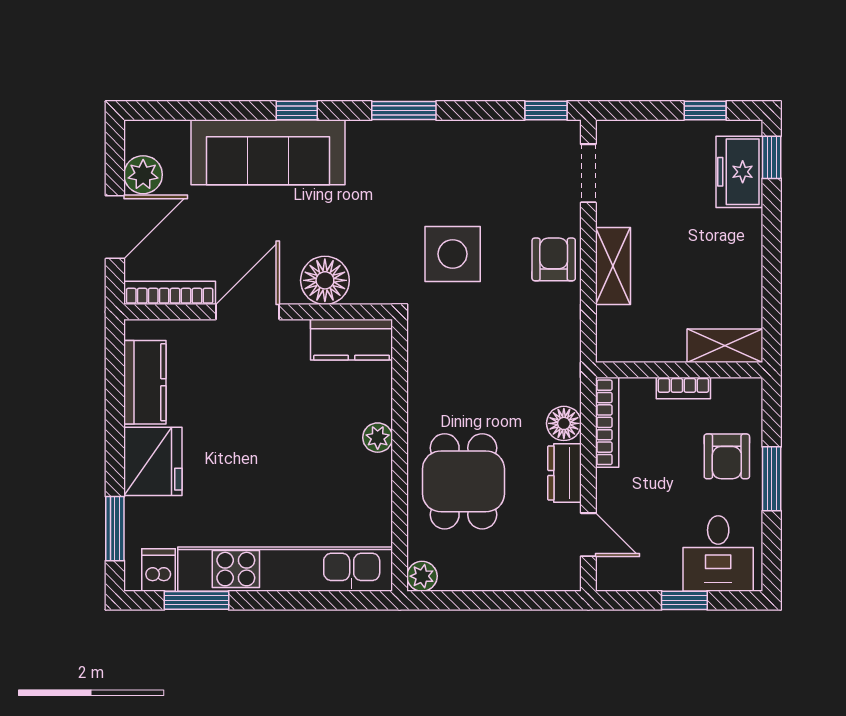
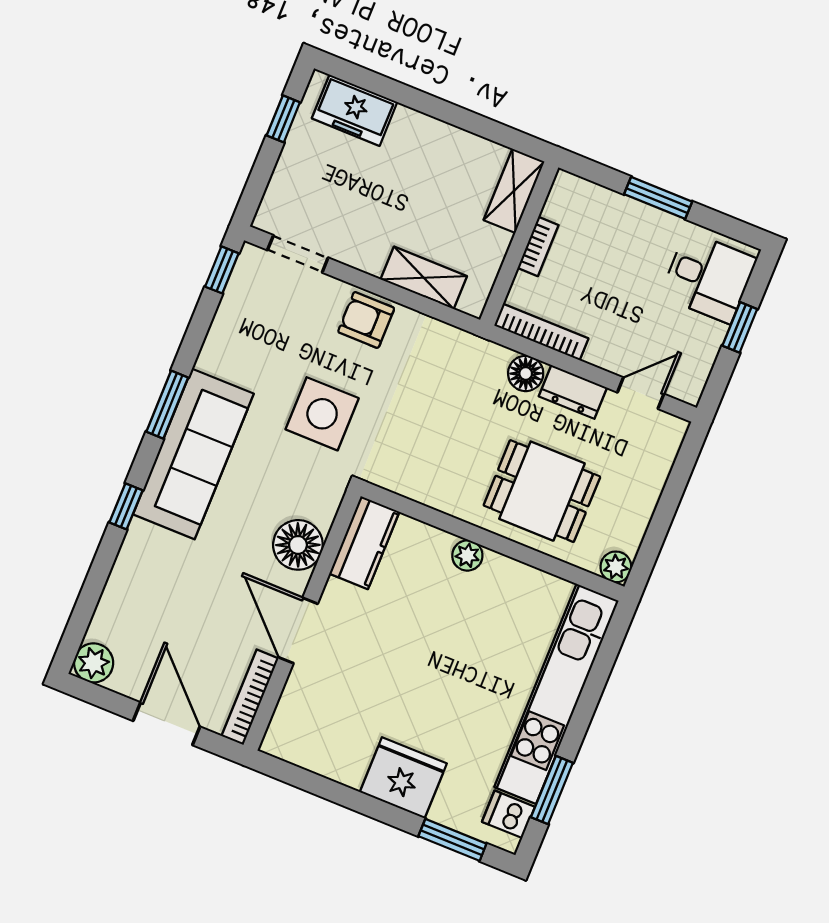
sofa: (268, 152) -> (193, 454), moved
window: (772, 157) -> (353, 74), removed
plant: (143, 175) -> (94, 663), moved
shelving: (613, 266) -> (424, 278), moved
kitchen counter: (145, 382) -> (325, 755), removed
armchair: (727, 456) -> (620, 232), removed

